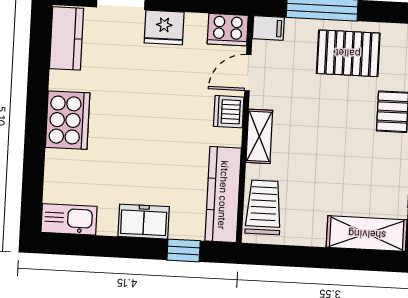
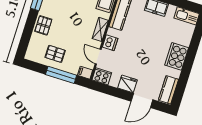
pallet: (348, 53) -> (55, 54), width x0.67, depth x0.71
door: (248, 73) -> (98, 57), swing flipped

